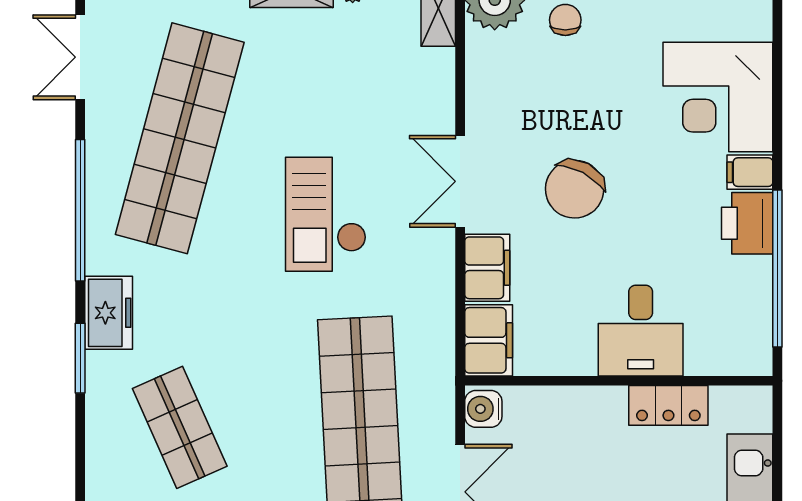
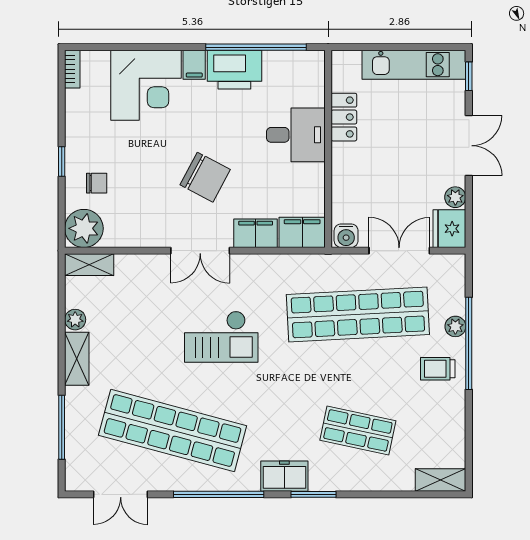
chair: (565, 20) -> (97, 183), turned 180
printer: (747, 223) -> (234, 70), width x1.37, depth x1.19
shop shelf: (180, 427) -> (358, 430), turned 36

